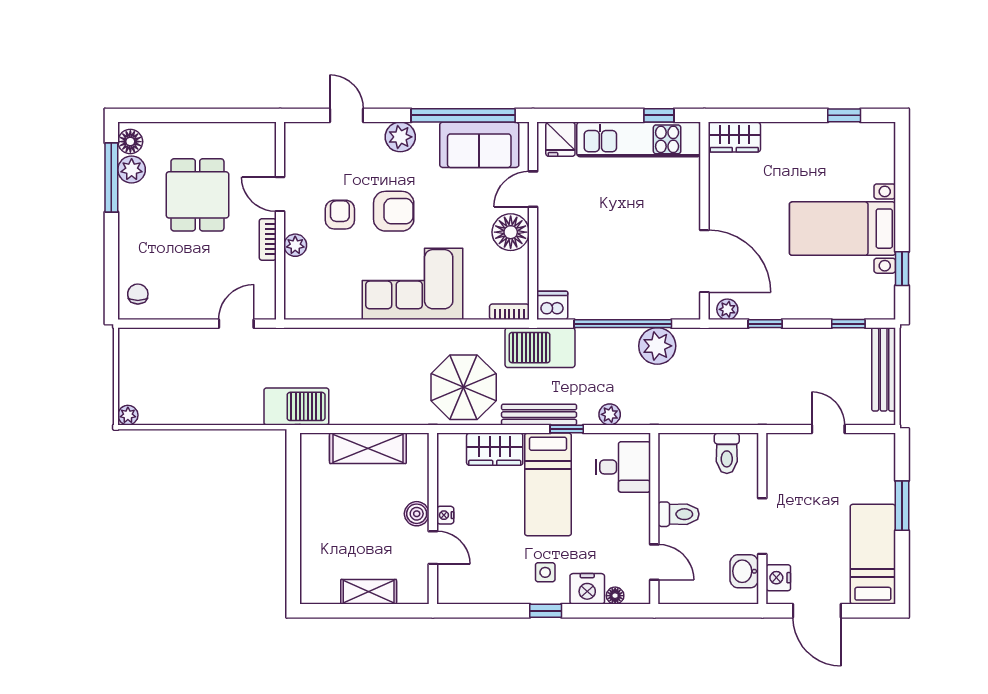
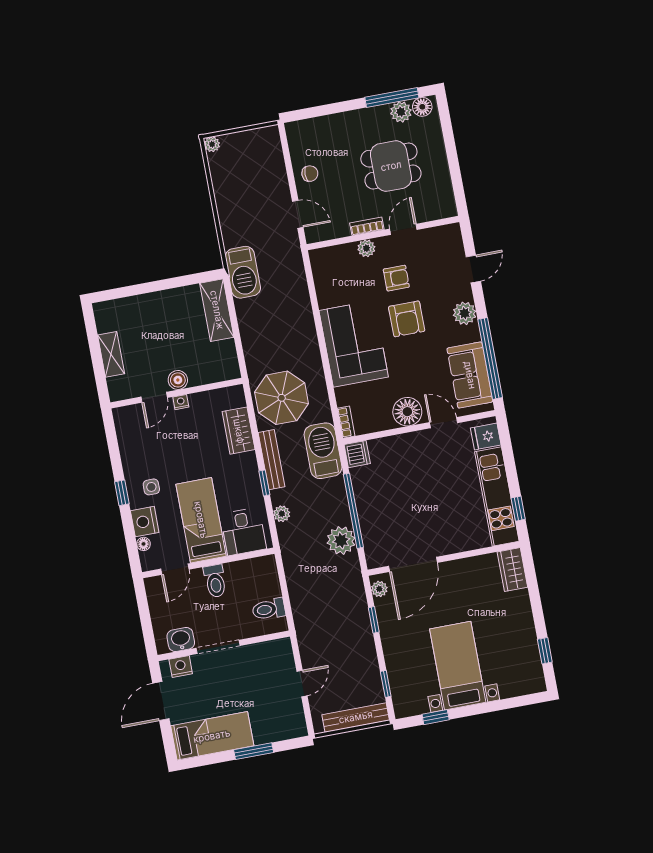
chair: (138, 294) -> (310, 174), moved
shelving: (368, 448) -> (217, 310), moved
bed: (548, 484) -> (201, 520), moved, turned 90

